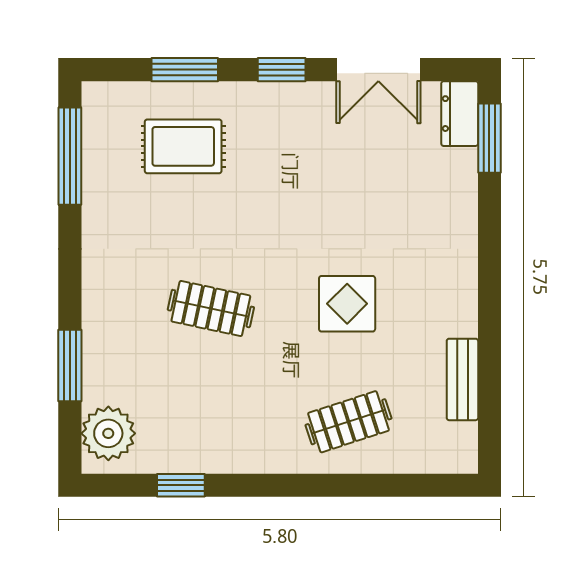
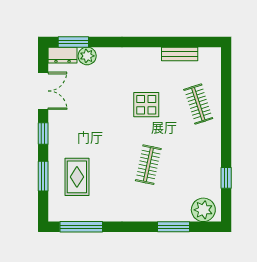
plant: (458, 169) -> (87, 56), added

